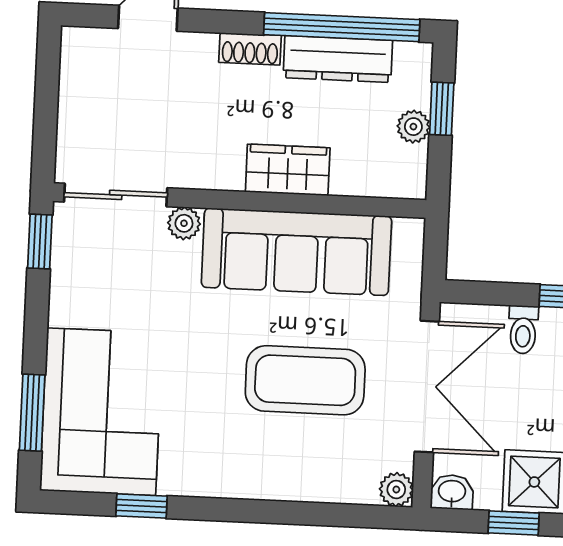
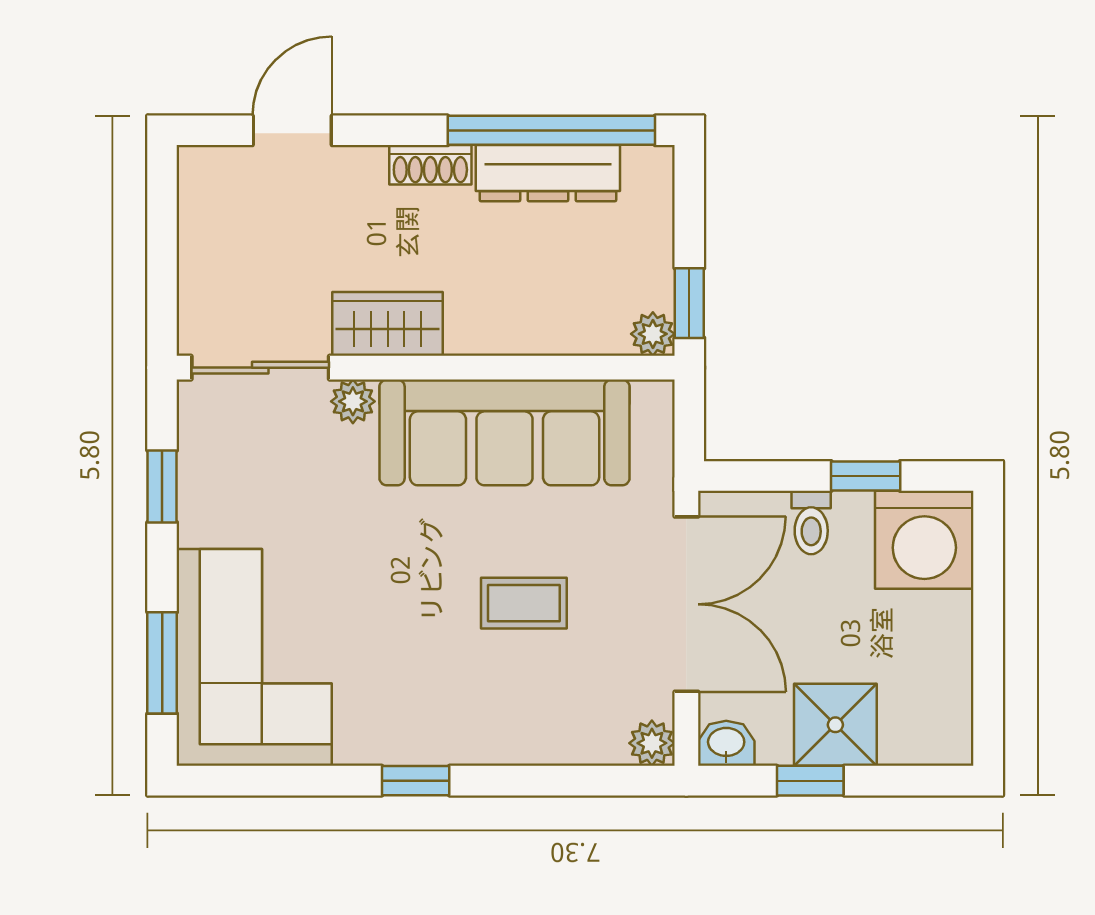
window: (442, 109) -> (689, 303), moved
plant: (413, 127) -> (653, 334), moved
wardrobe: (288, 170) -> (388, 324), moved
window: (40, 242) -> (162, 486), moved
coffee table: (305, 380) -> (524, 603), width x0.54, depth x0.58
window: (141, 506) -> (416, 781), moved

